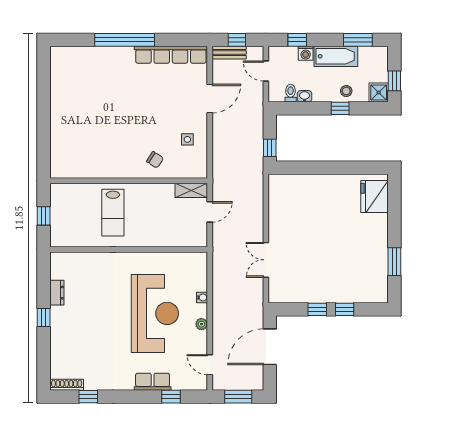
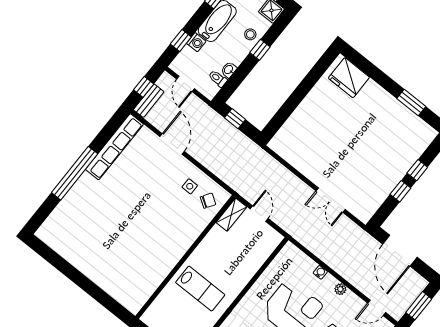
door: (266, 71) -> (186, 84), hinge flipped
window: (270, 148) -> (235, 119), moved
chair: (155, 160) -> (208, 201), moved

